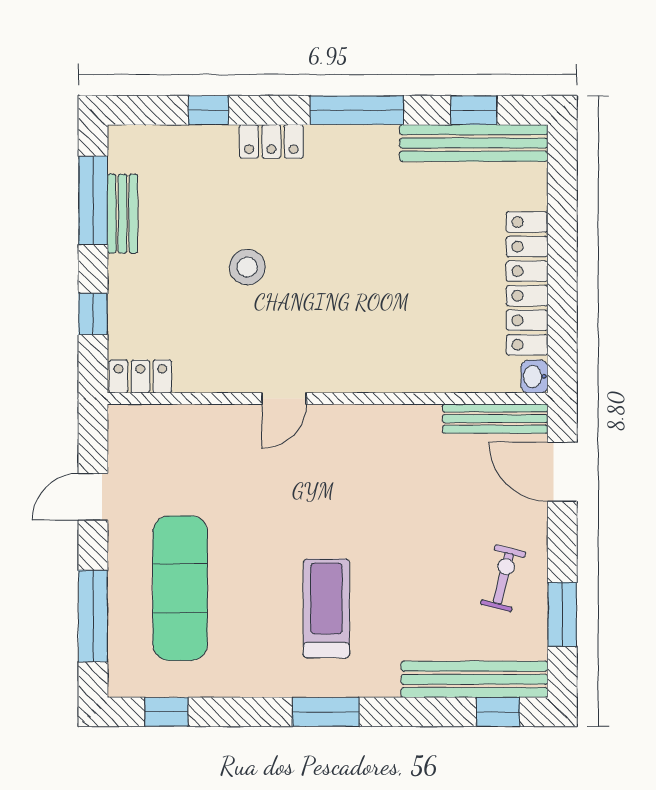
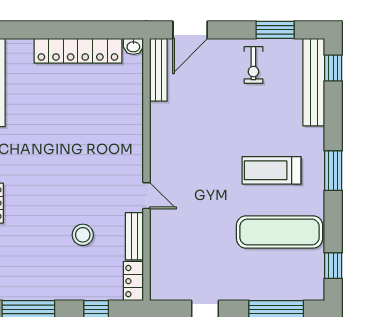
bench: (122, 214) -> (134, 236), moved, turned 90
stool: (247, 267) -> (83, 235), moved
exercise bike: (503, 578) -> (253, 65), turned -104
exercise mat: (180, 588) -> (280, 232), moved

